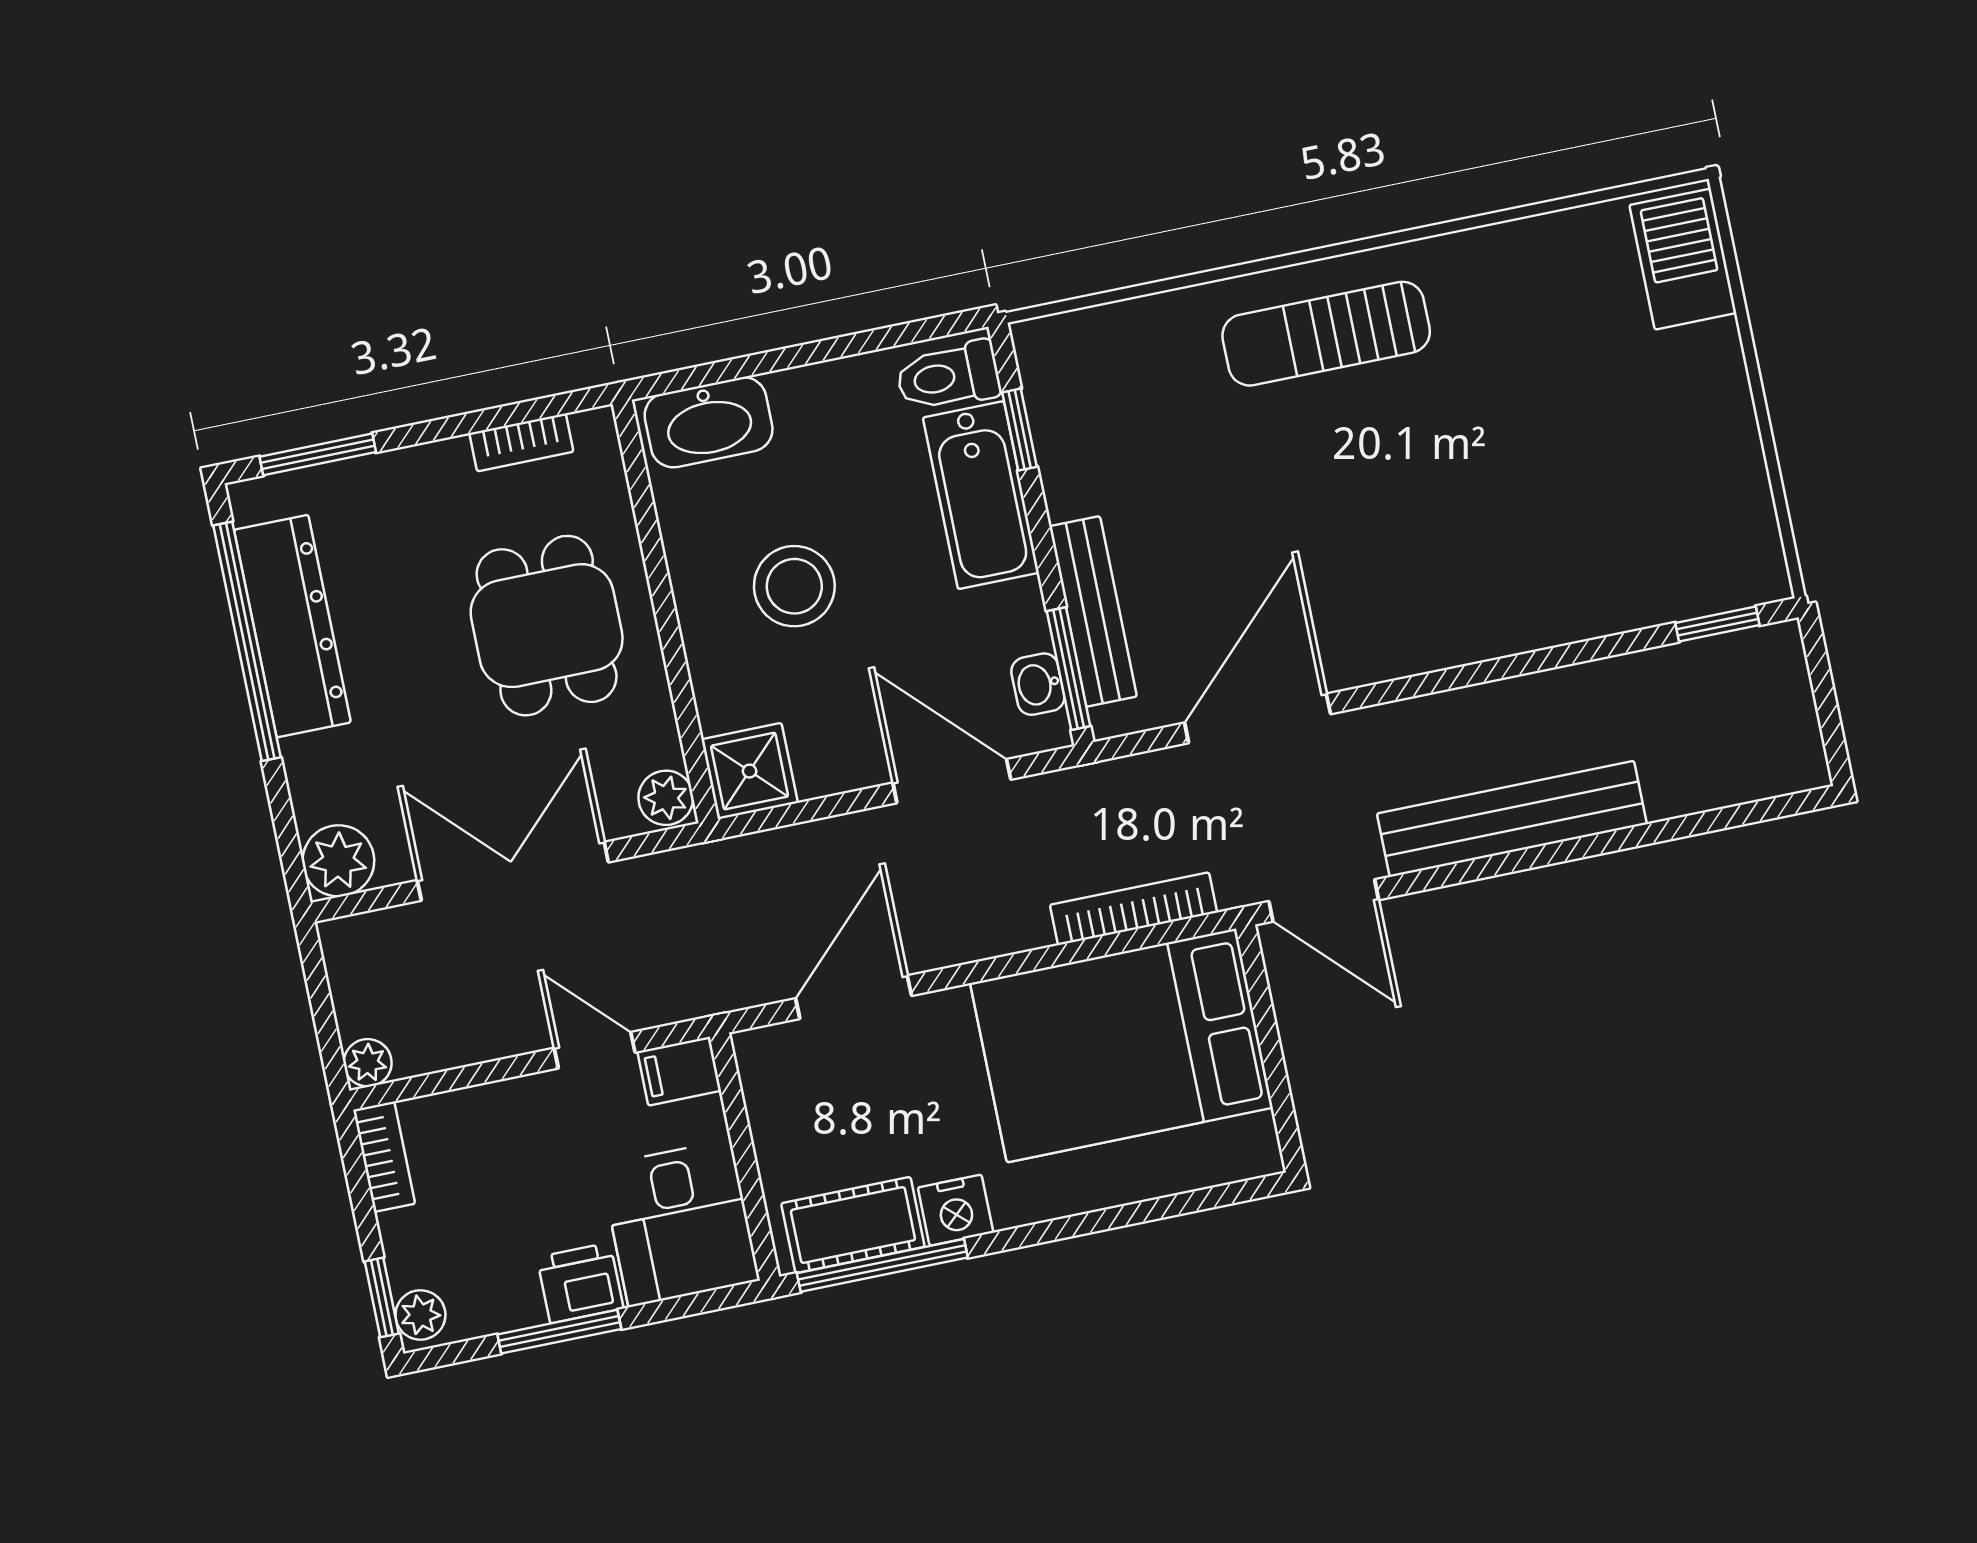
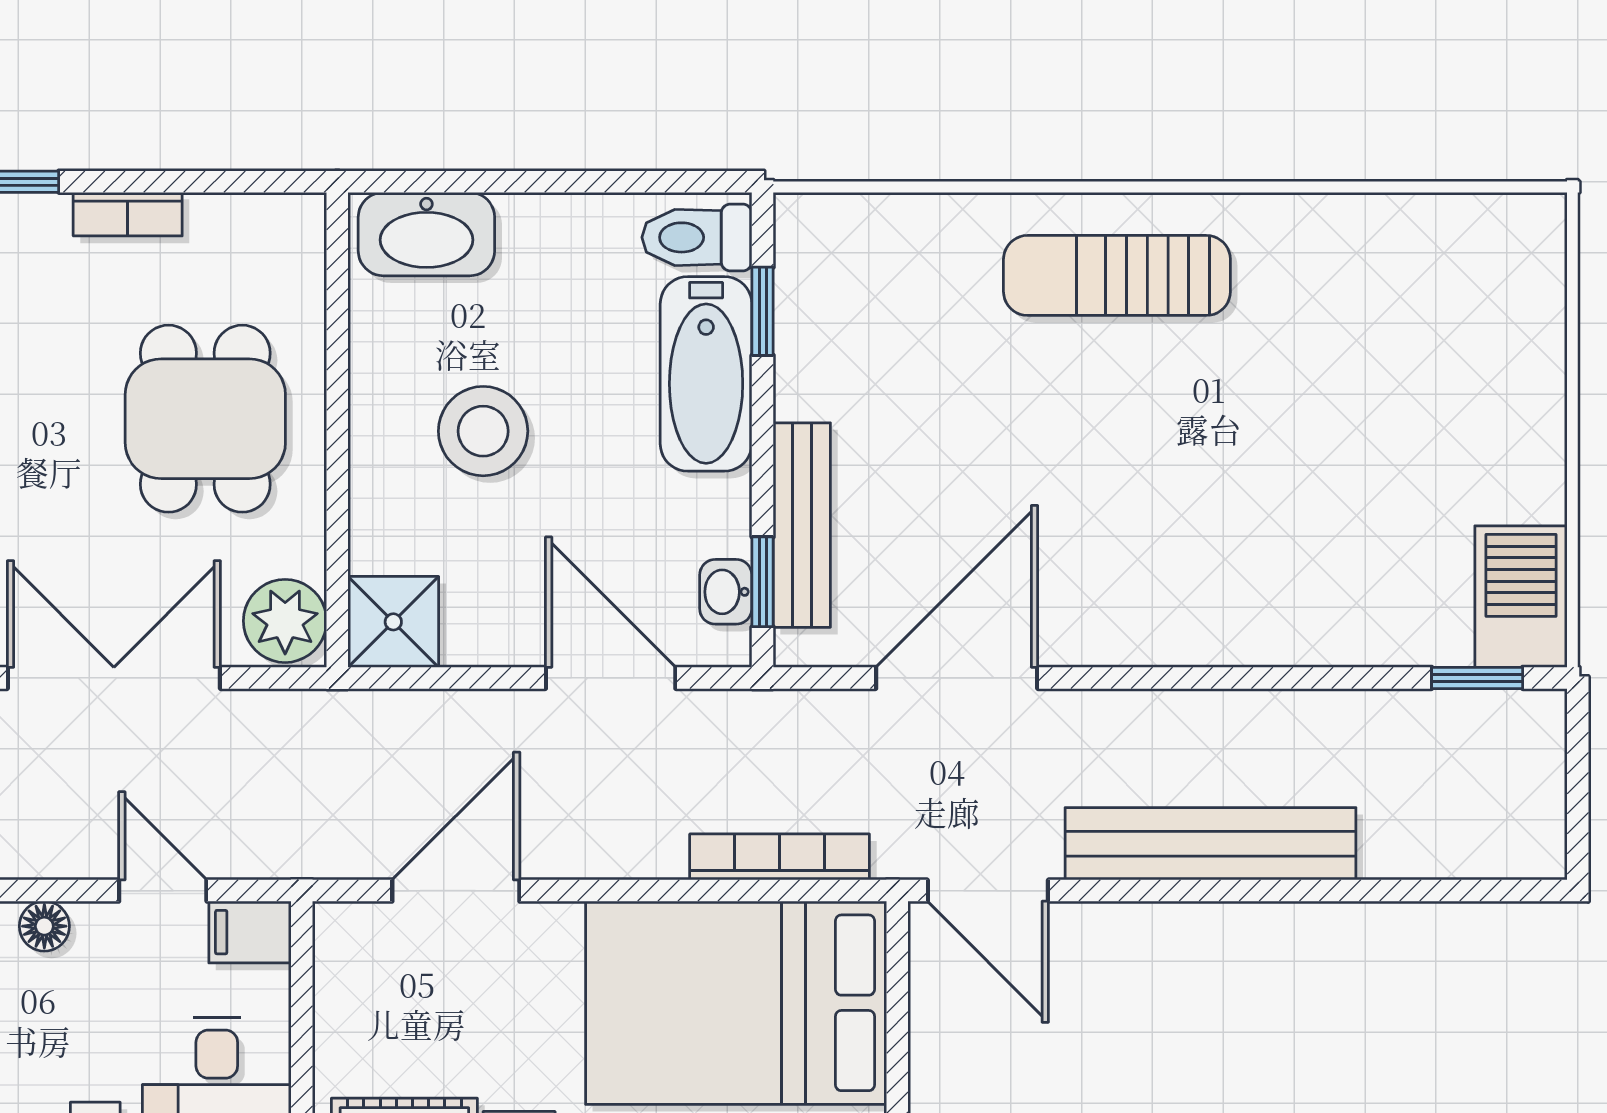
barbecue: (1683, 259) -> (1521, 597), moved
bookcase: (521, 442) -> (128, 214), moved
window: (1069, 669) -> (763, 582), width x0.67
plant: (666, 798) -> (285, 621), width x1.38, depth x1.38
floor lamp: (496, 1103) -> (44, 926), added

